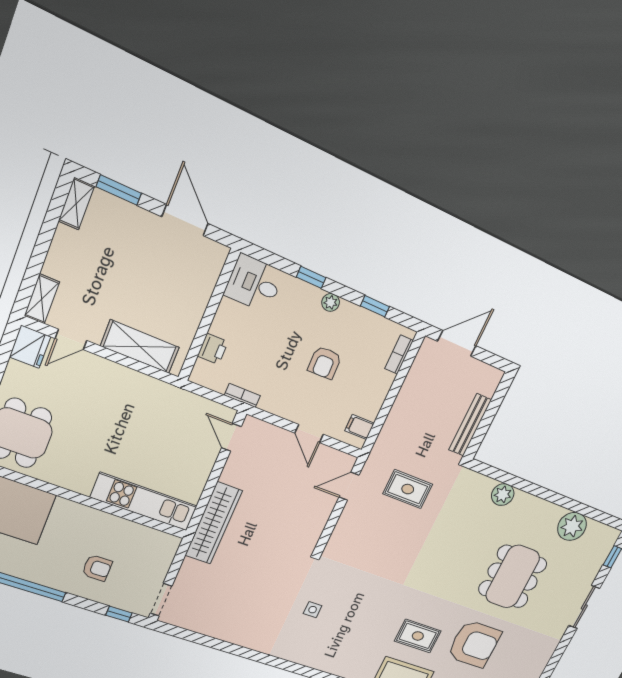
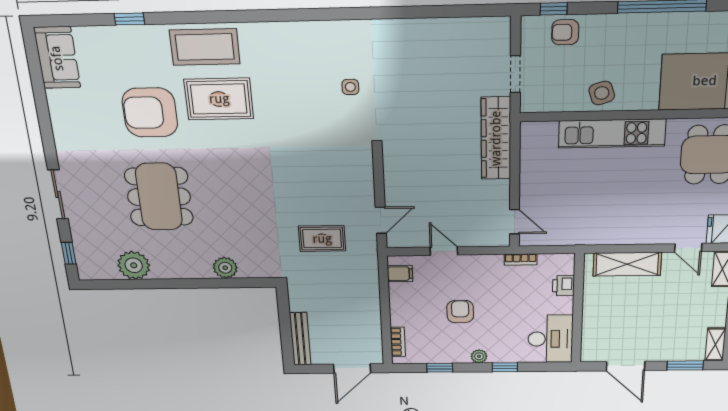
desk: (254, 283) -> (550, 339), width x1.37
door: (71, 340) -> (688, 248), swing flipped
bench: (470, 425) -> (300, 339), moved
kitchen unit: (144, 502) -> (612, 133), moved
side table: (104, 530) -> (602, 93), added
armchair: (97, 568) -> (565, 32), moved
doorway: (161, 600) -> (515, 74), moved
rug: (418, 636) -> (219, 99), width x1.36, depth x1.43

